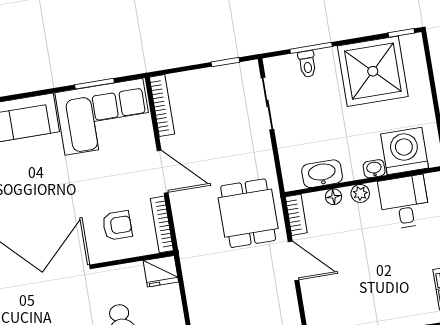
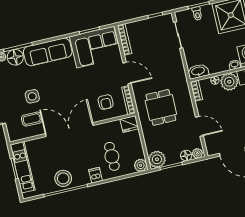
washbasin: (322, 174) -> (198, 71), moved
plant: (360, 193) -> (229, 82), width x1.87, depth x1.87
dining table: (248, 213) -> (161, 107), moved
armchair: (117, 225) -> (106, 102), turned 90
door: (294, 261) -> (199, 126), moved

